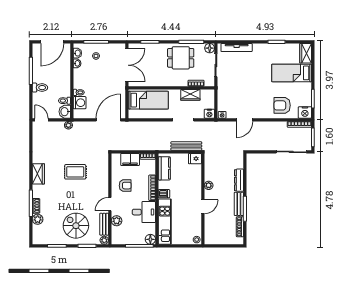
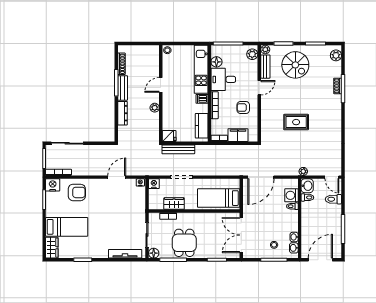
dining table: (181, 58) -> (184, 243), turned 90
toilet: (40, 88) -> (333, 199), moved
wardrobe: (38, 174) -> (335, 120), removed
plant: (38, 219) -> (336, 55), moved
plant: (117, 221) -> (252, 54), moved
floor lamp: (150, 239) -> (216, 62), moved

